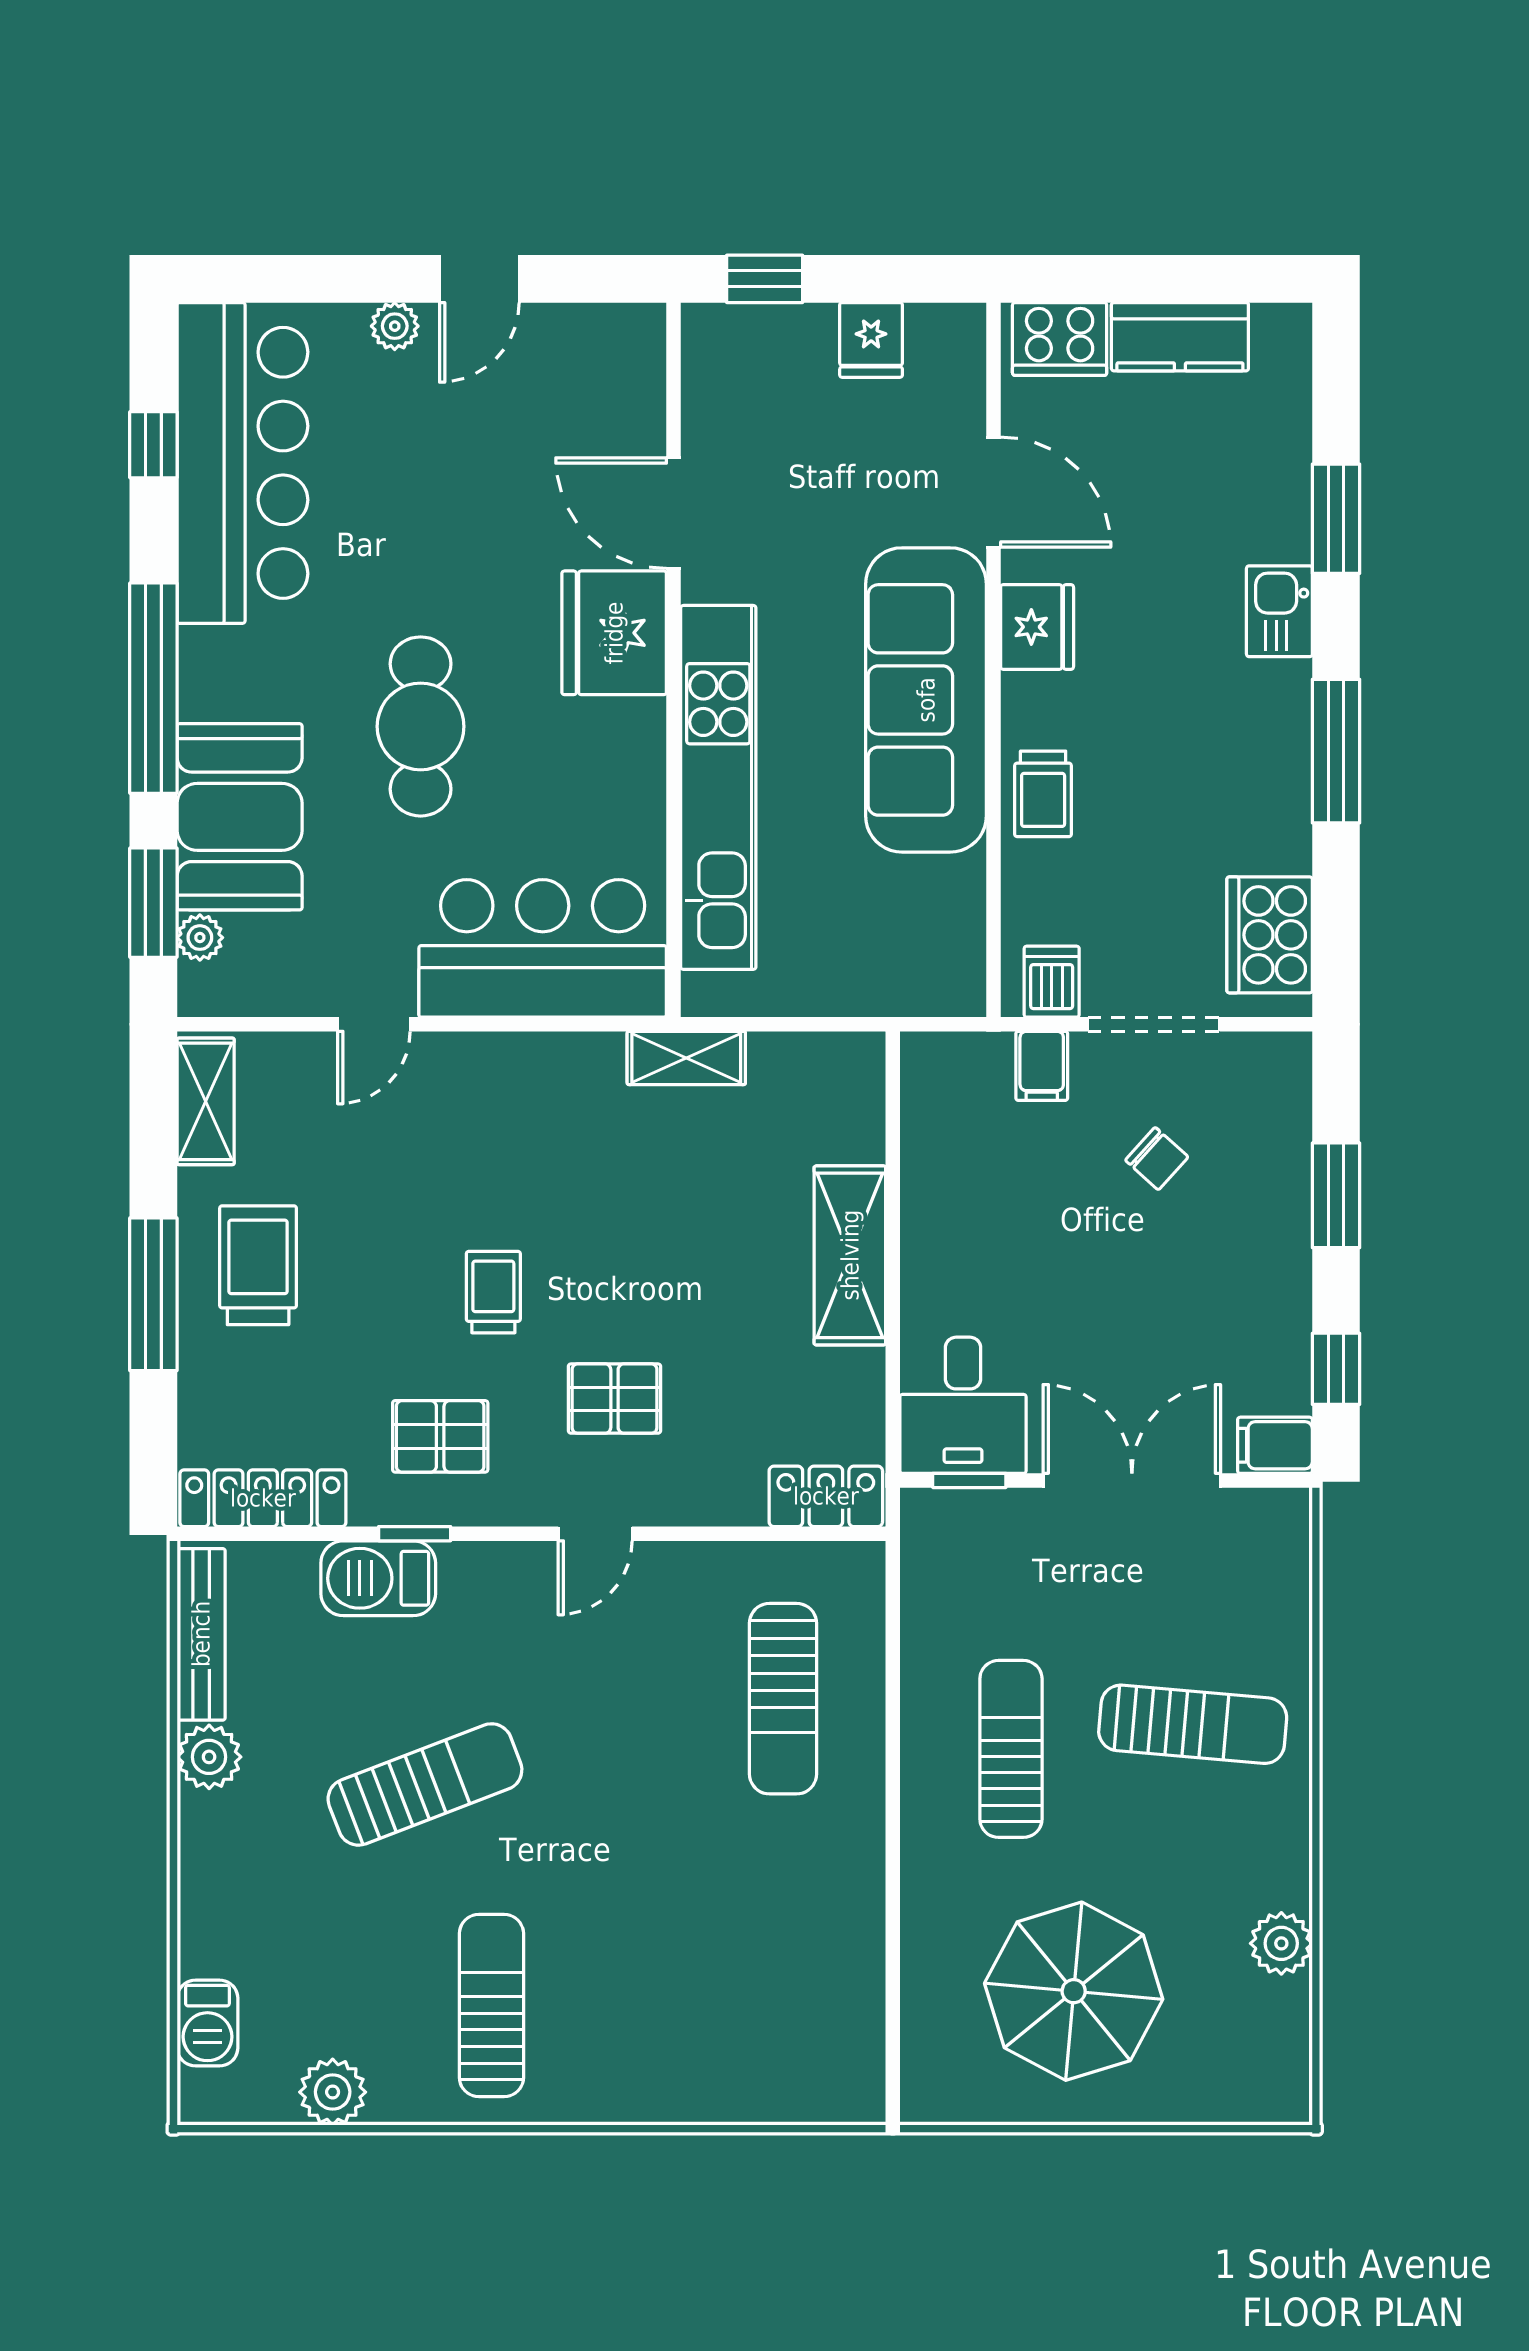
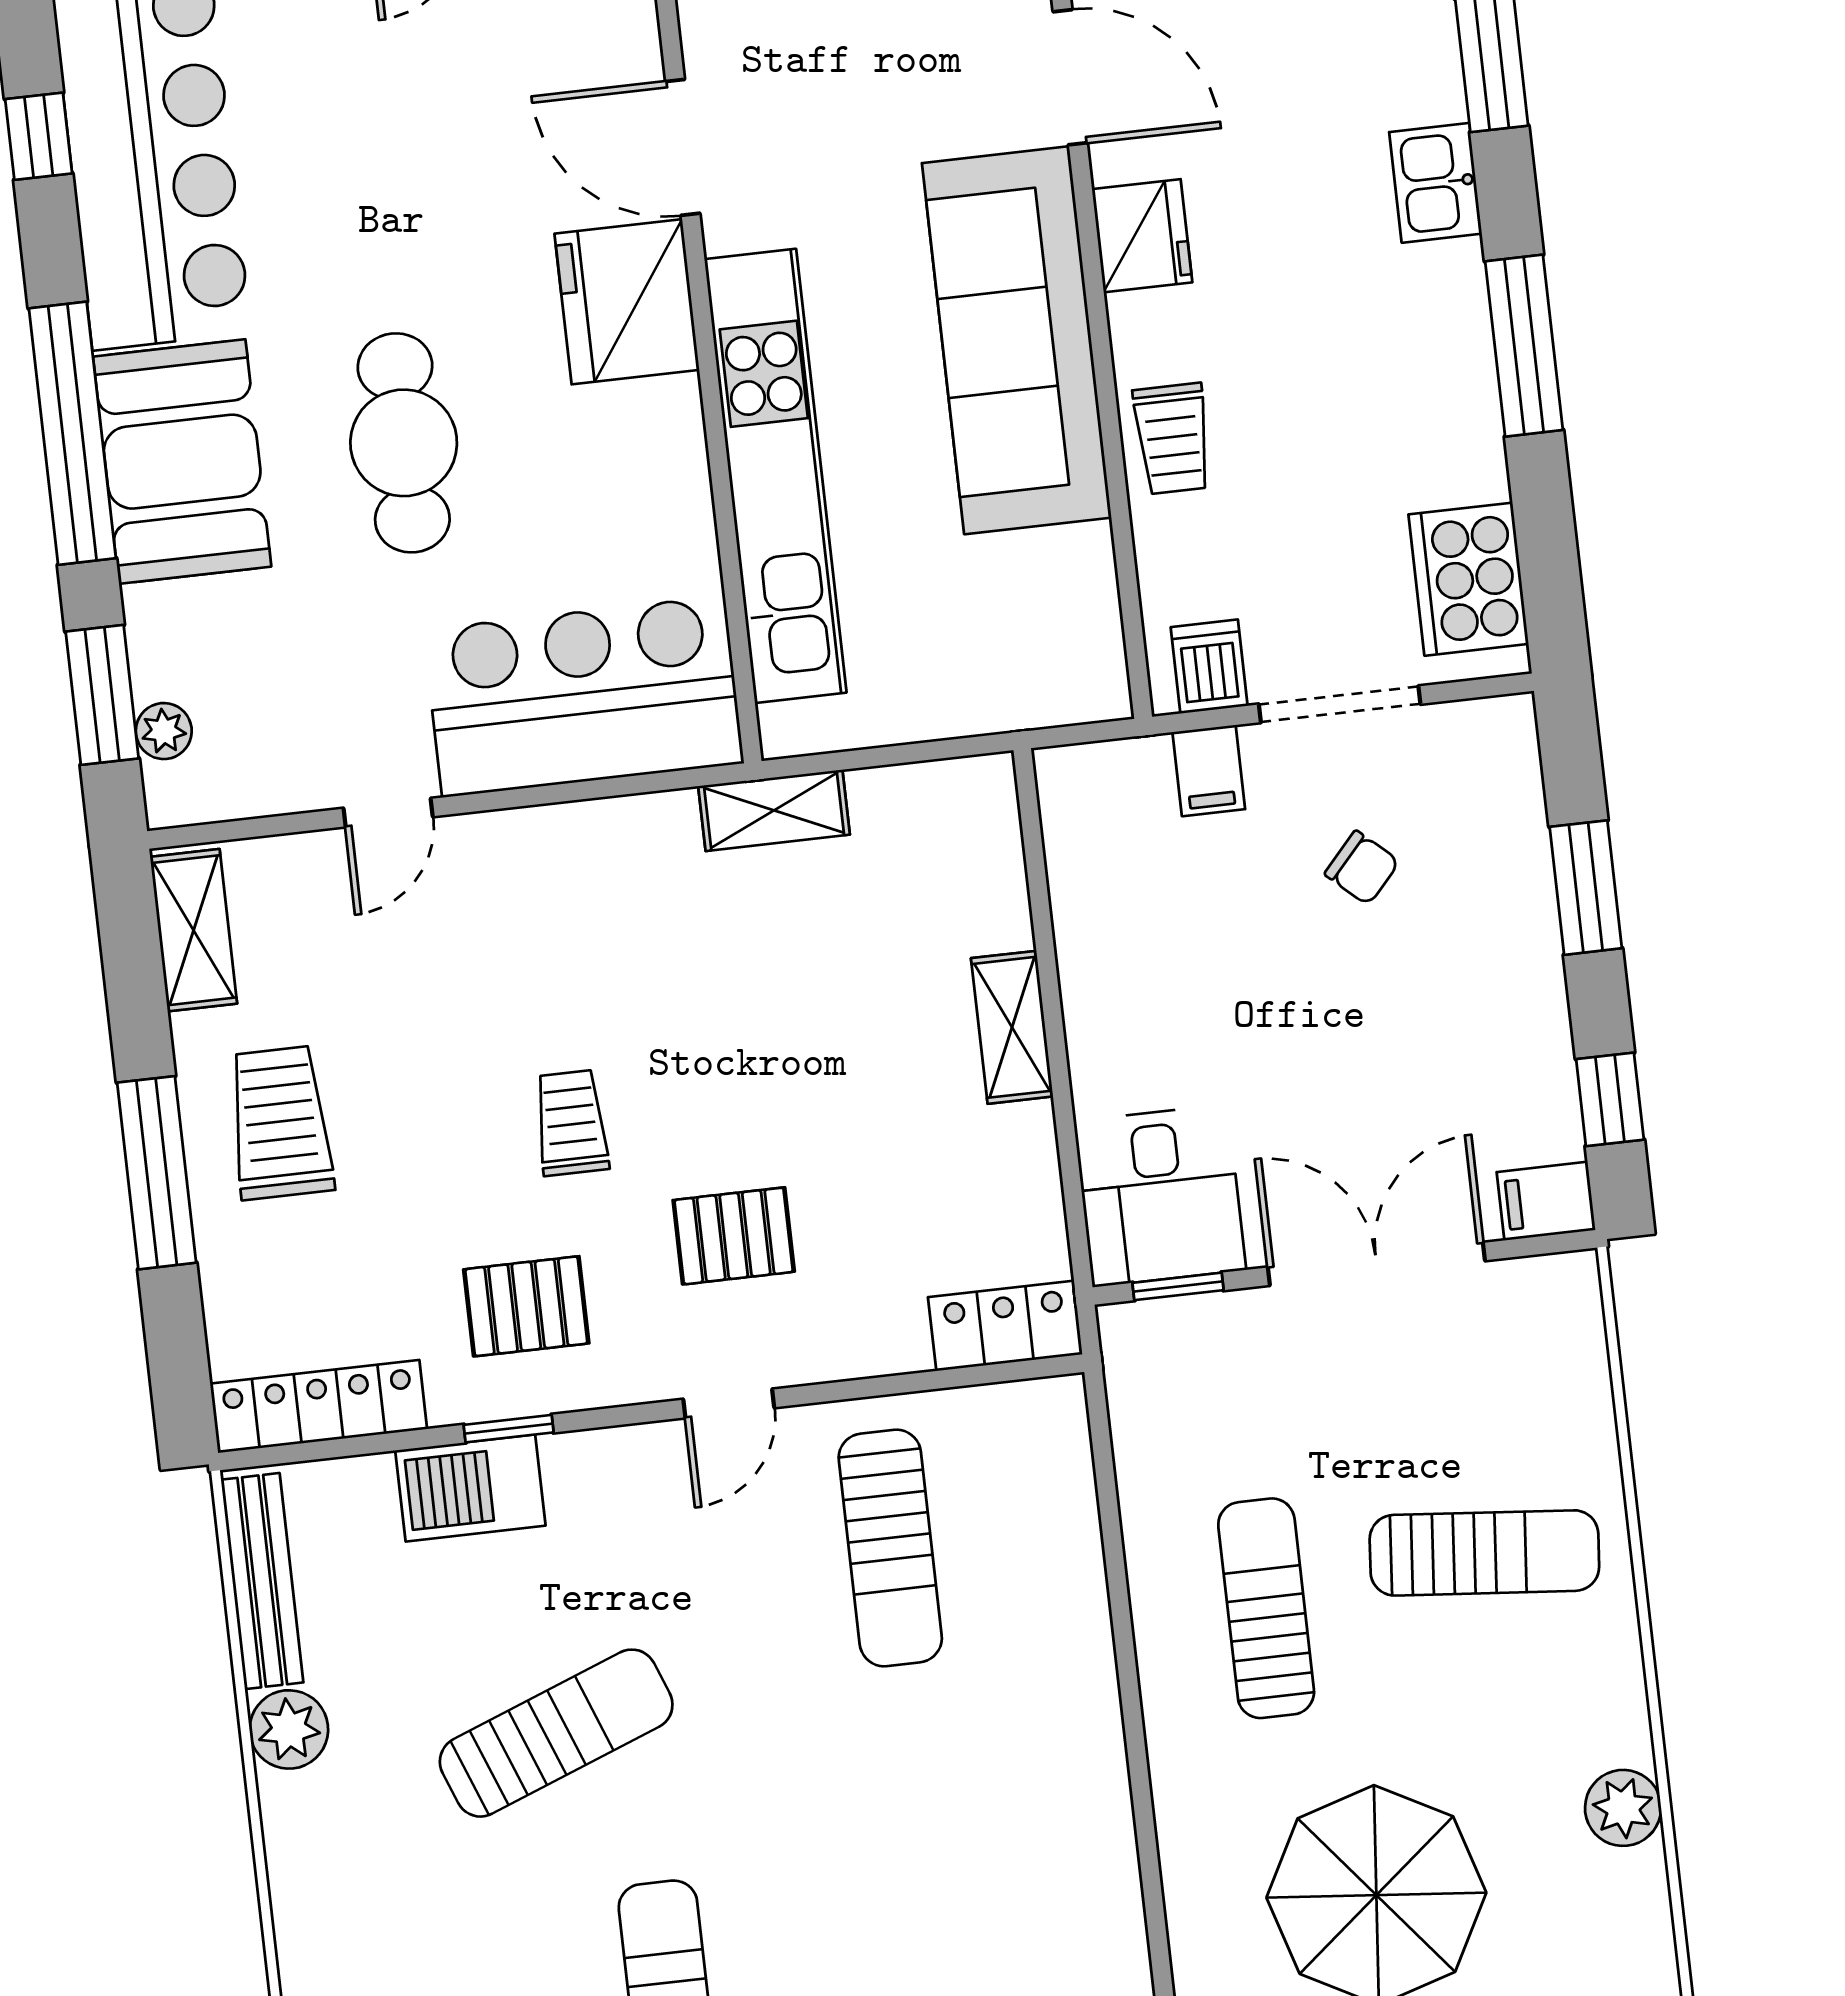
booth: (240, 817) -> (182, 462), moved
shelving: (850, 1255) -> (1012, 1027), width x0.67, depth x0.75
sun lounger: (783, 1699) -> (890, 1548), moved

